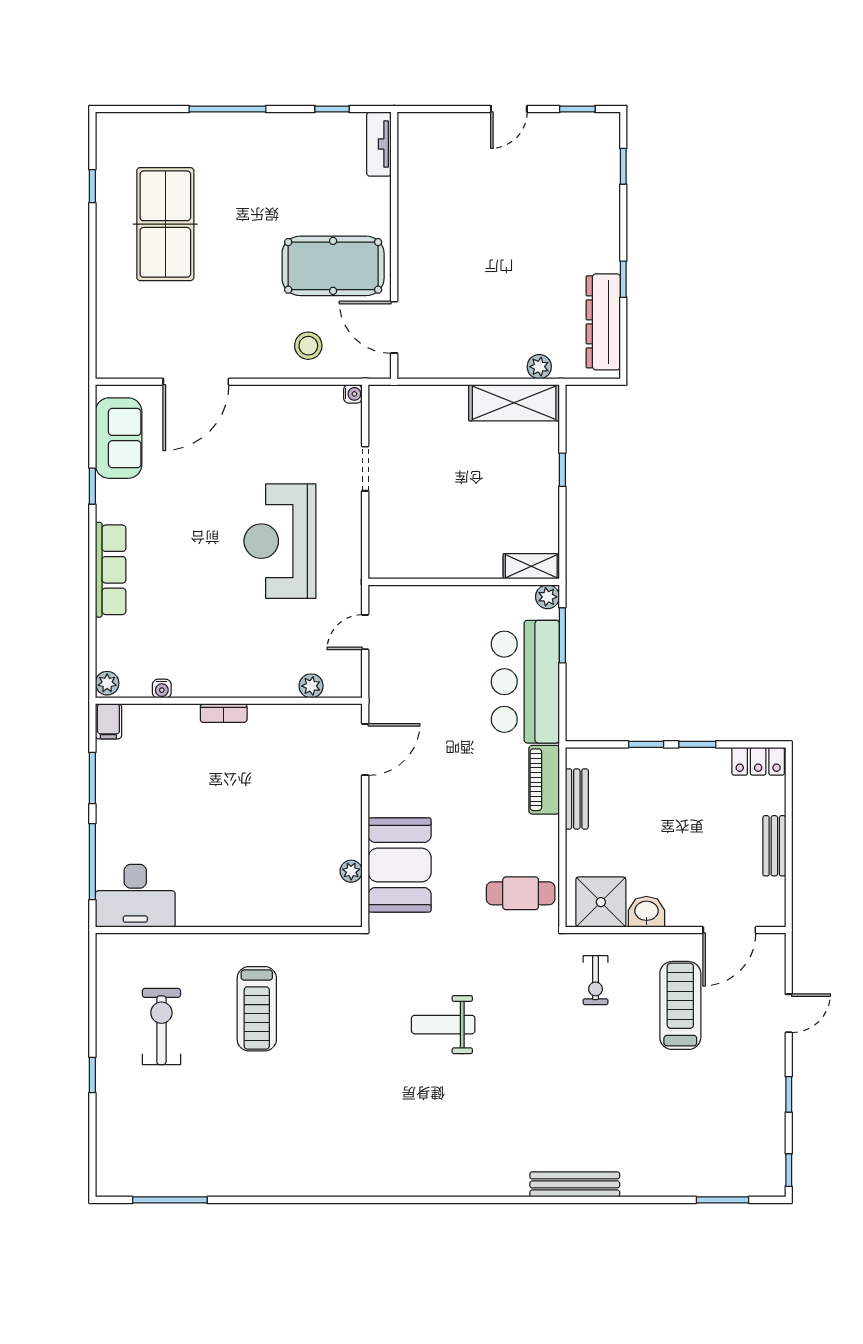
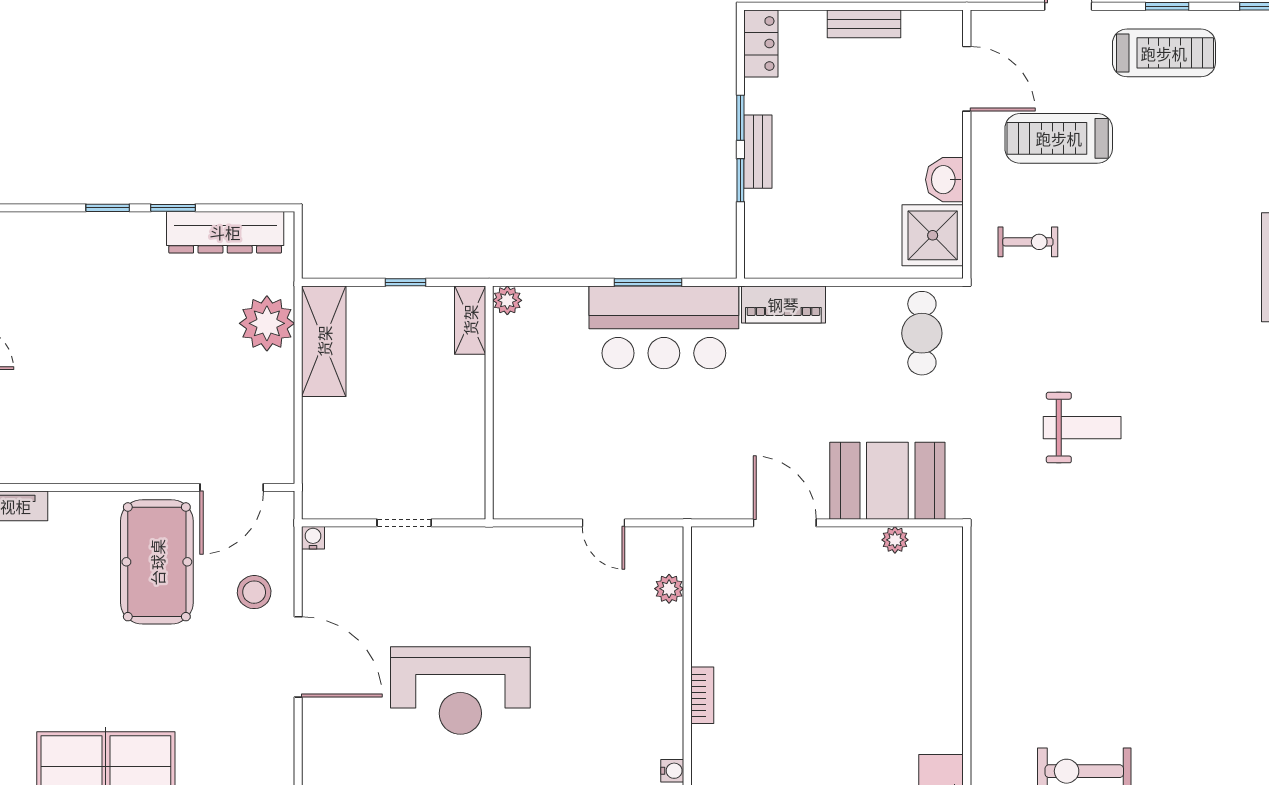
window: (623, 166) -> (108, 208), moved
plant: (539, 367) -> (267, 323), width x1.88, depth x1.88
door: (196, 382) -> (298, 657), moved
reception desk: (280, 541) -> (460, 690), moved
shelving: (531, 566) -> (470, 320), moved
wall: (464, 582) -> (489, 403), moved
plant: (548, 597) -> (507, 300), moved
window: (562, 635) -> (648, 282), moved
door: (365, 749) -> (785, 523), moved
bench: (577, 799) -> (758, 152), moved, turned 90
treadmill: (257, 1009) -> (1164, 53), moved
weight bench: (443, 1025) -> (1082, 428), turned -90

